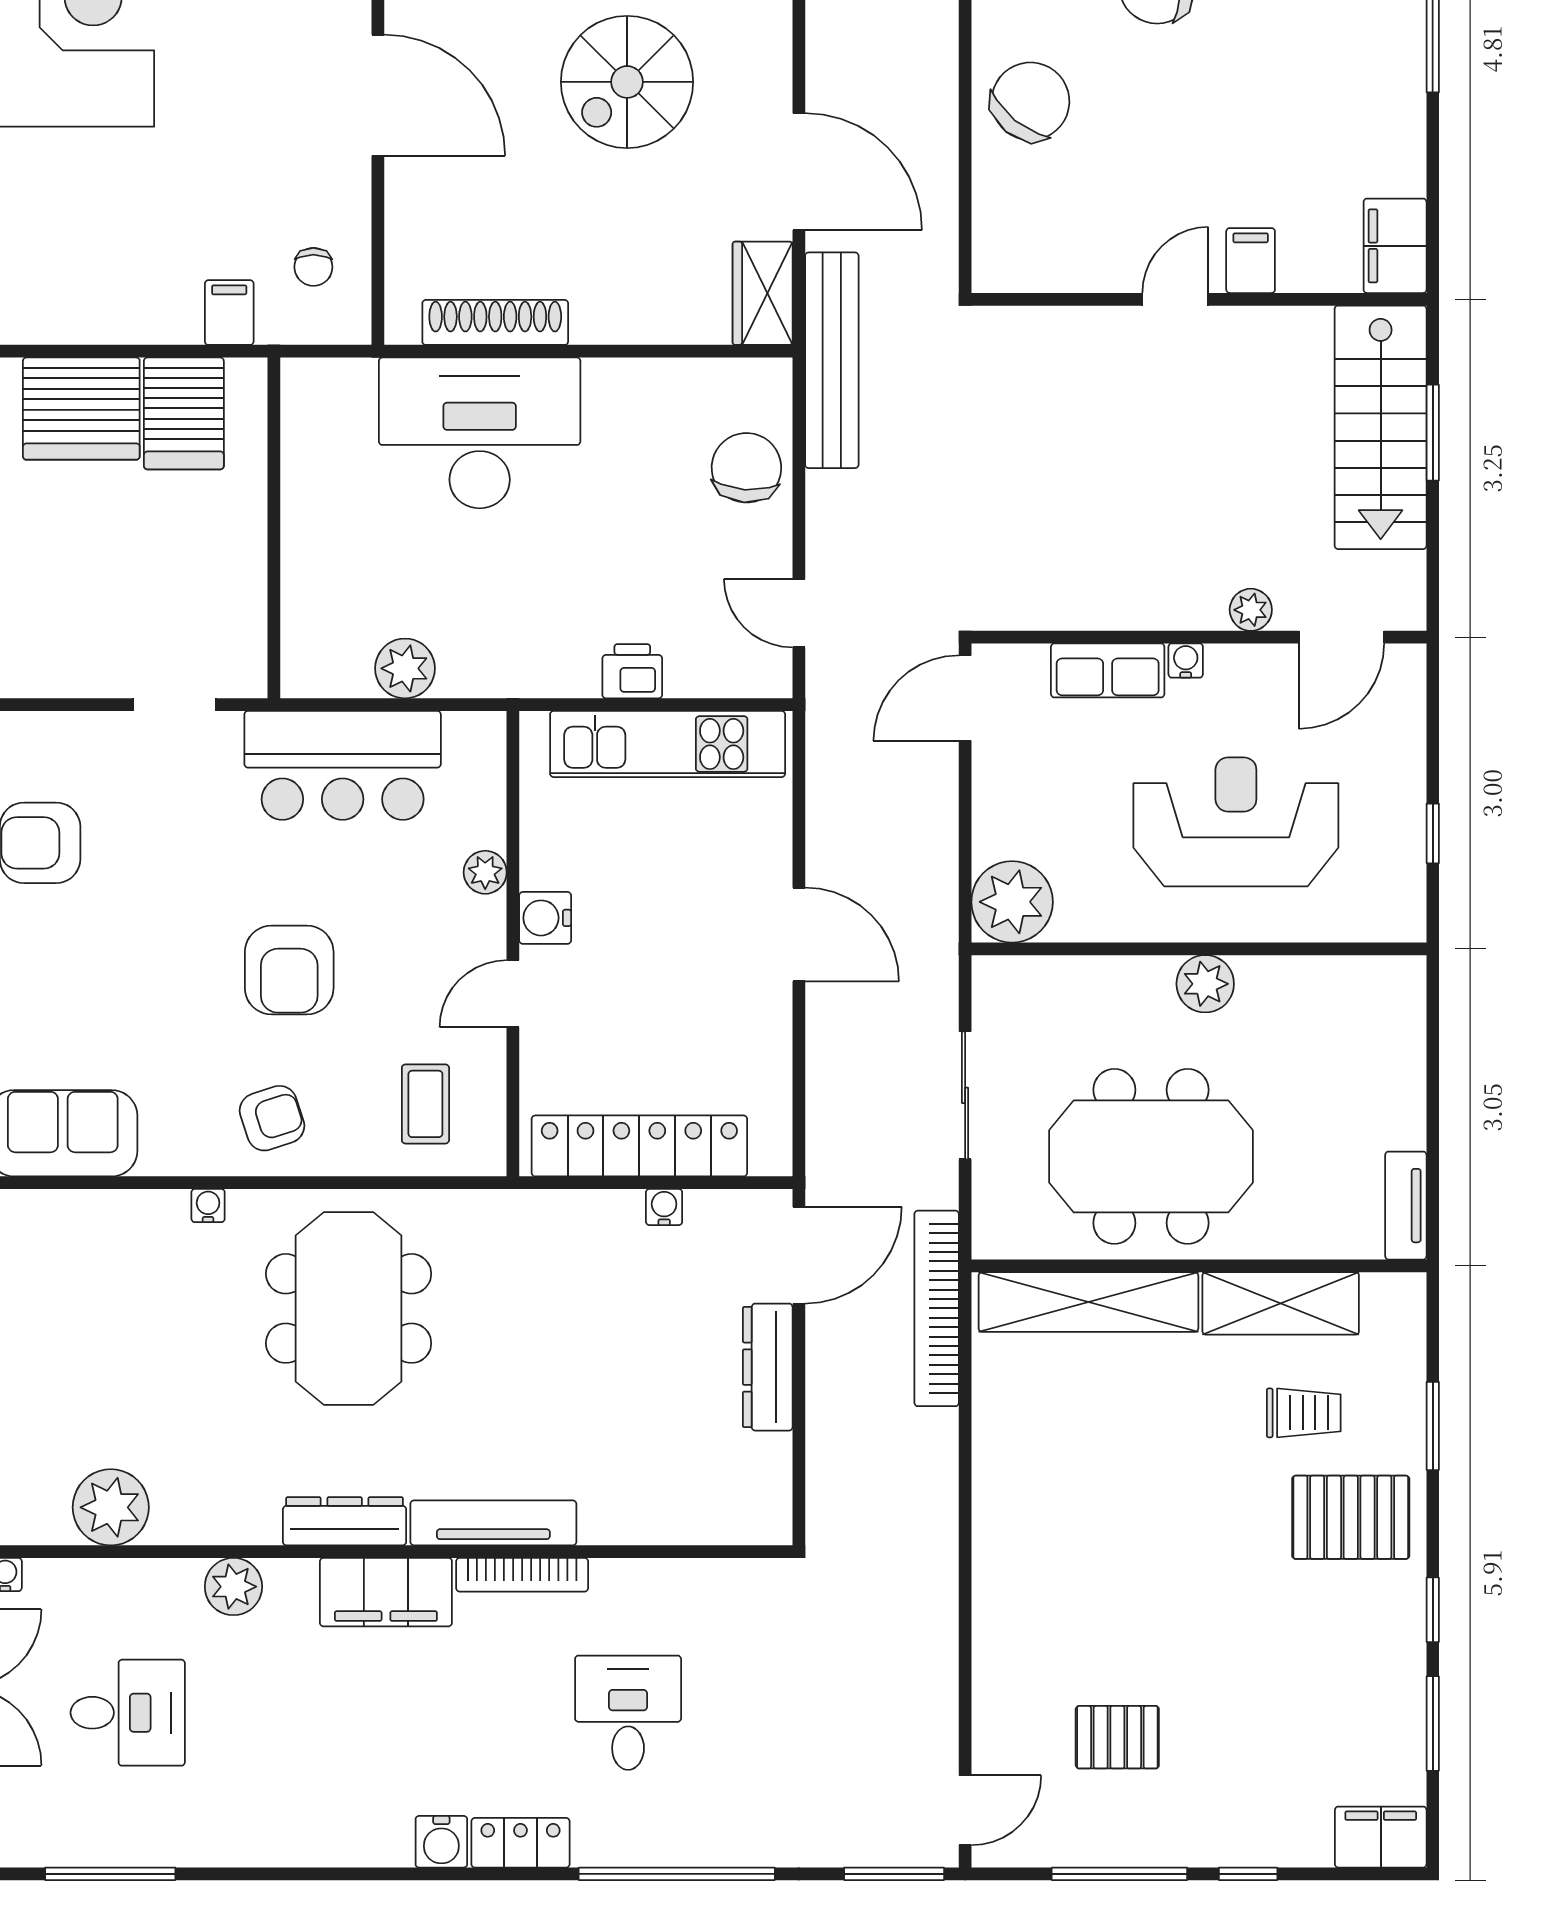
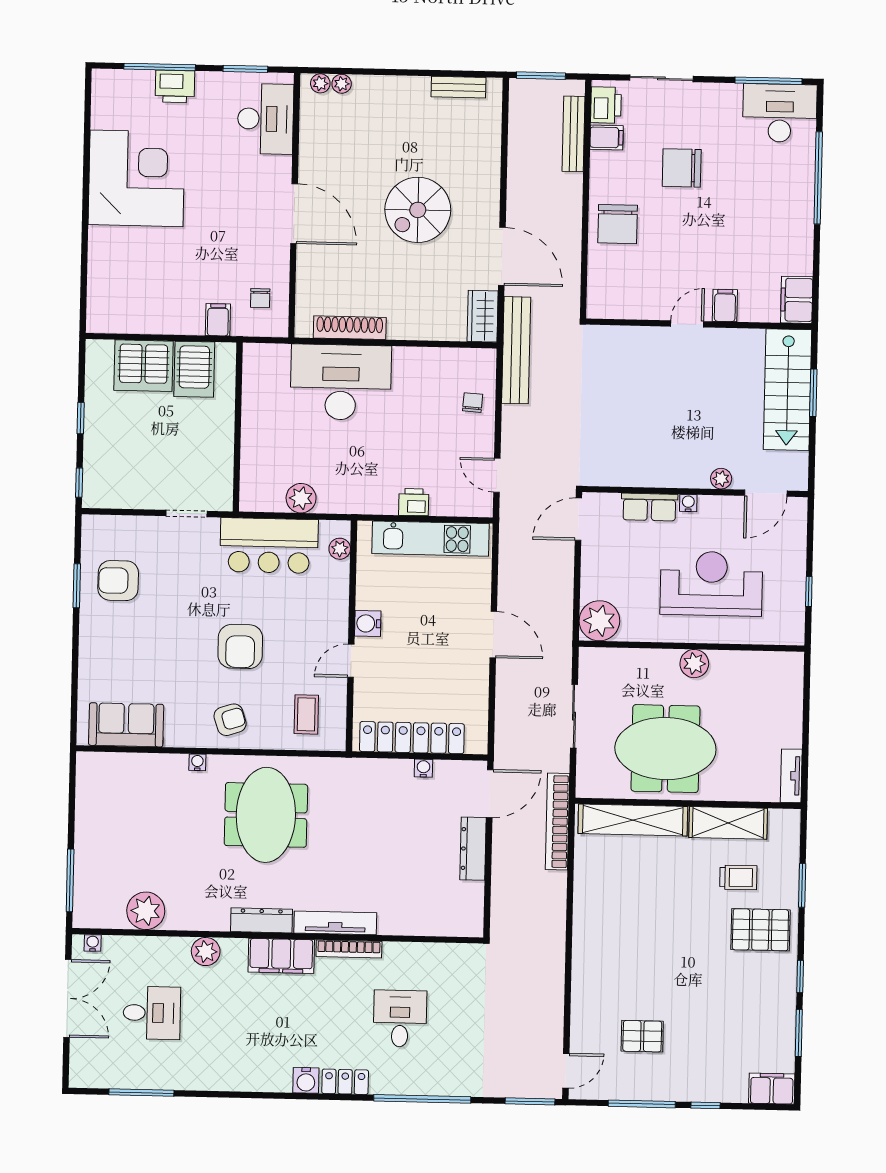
chair: (1030, 101) -> (618, 224), turned 141
chair: (746, 468) -> (473, 403), width x0.54, depth x0.54
plant: (485, 872) -> (340, 549), moved

